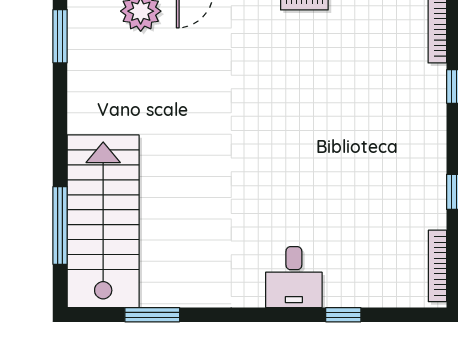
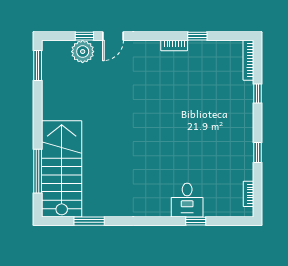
bookcase: (437, 266) -> (248, 194), width x0.64
desk: (294, 277) -> (187, 200), moved

